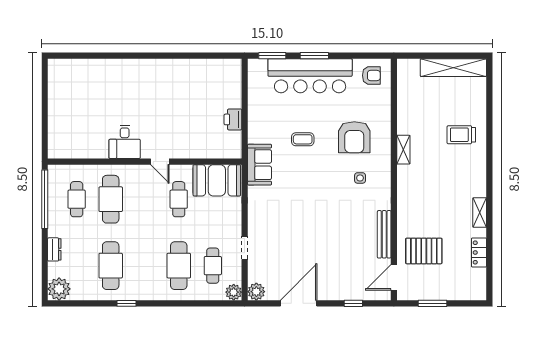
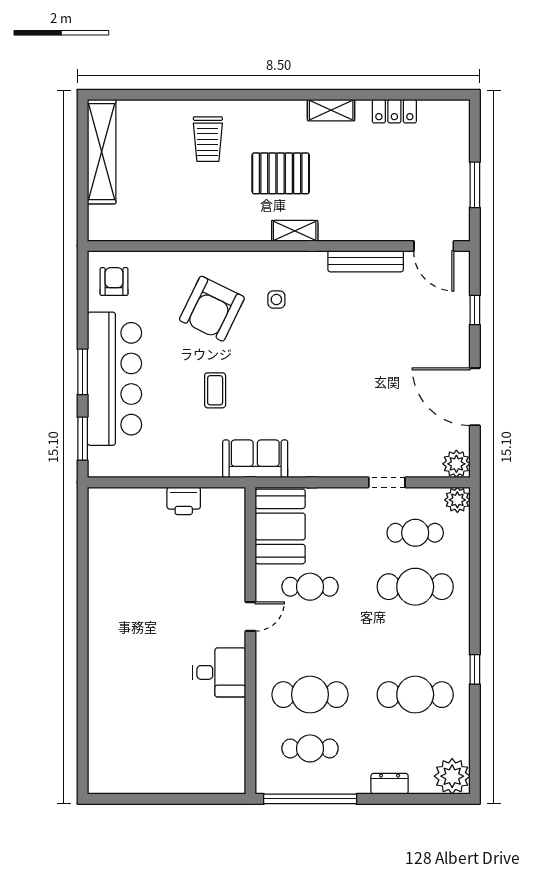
armchair: (354, 137) -> (212, 309), turned 116
shelving: (403, 150) -> (295, 231), moved
pallet: (424, 251) -> (281, 173), moved, turned 90

